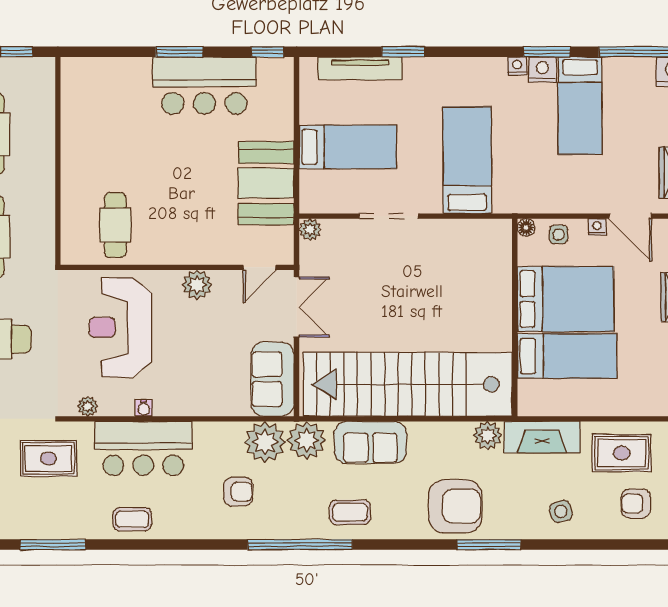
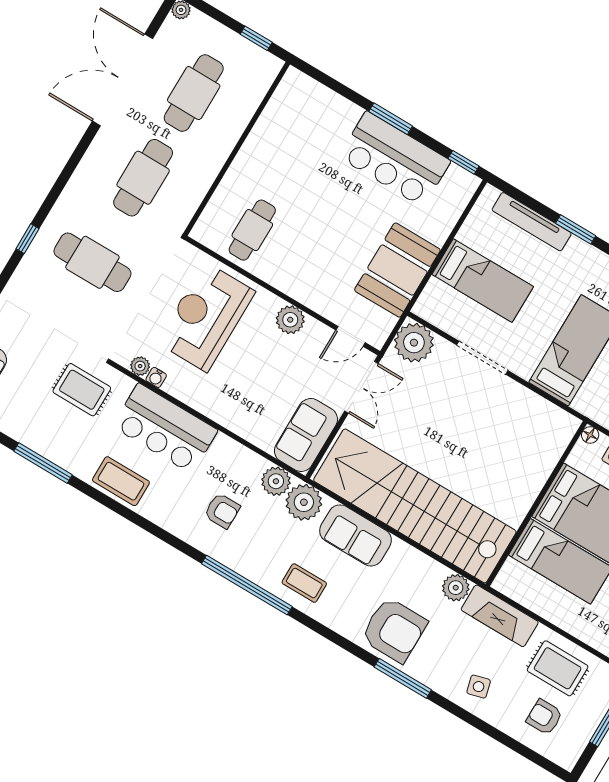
plant: (310, 230) -> (414, 343), width x1.87, depth x1.87
water cooler: (144, 408) -> (156, 377), moved
plant: (265, 442) -> (276, 481), width x0.73, depth x0.73
coffee table: (132, 519) -> (121, 481), width x1.36, depth x1.30

